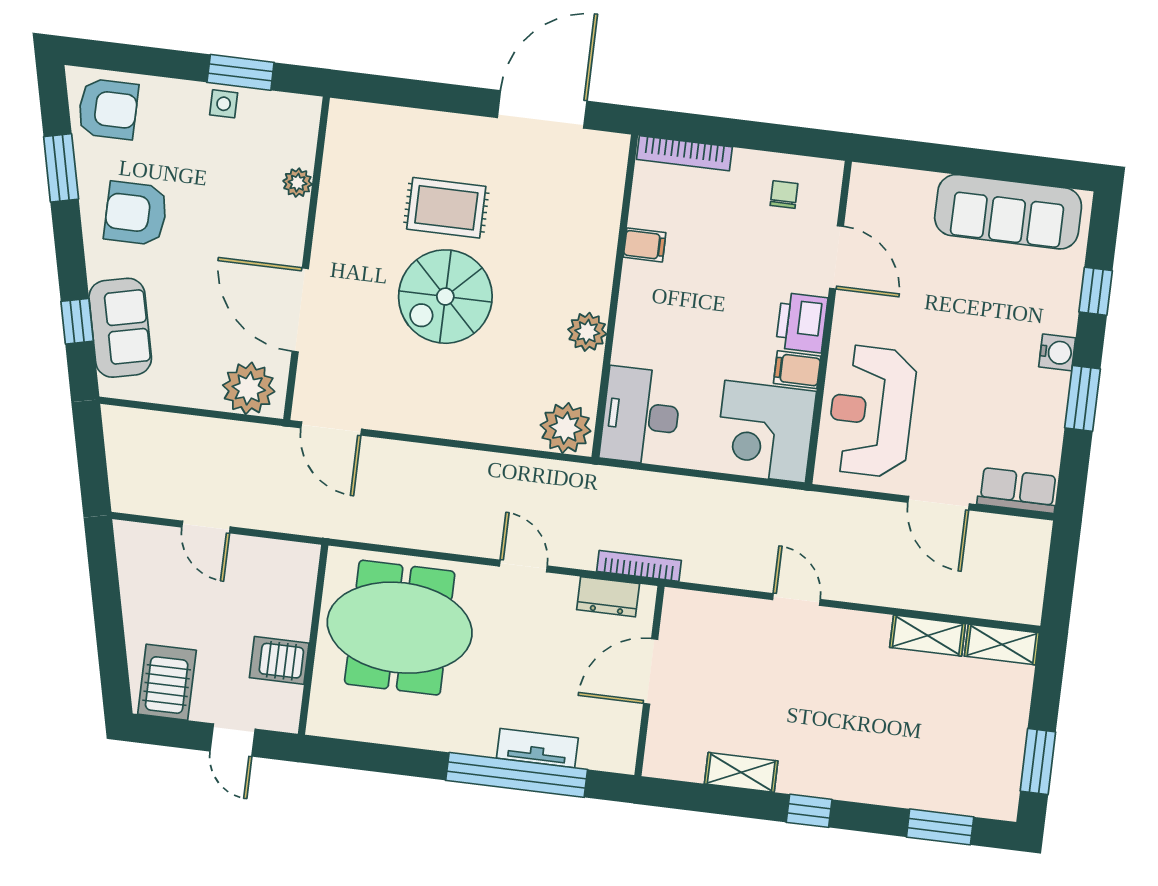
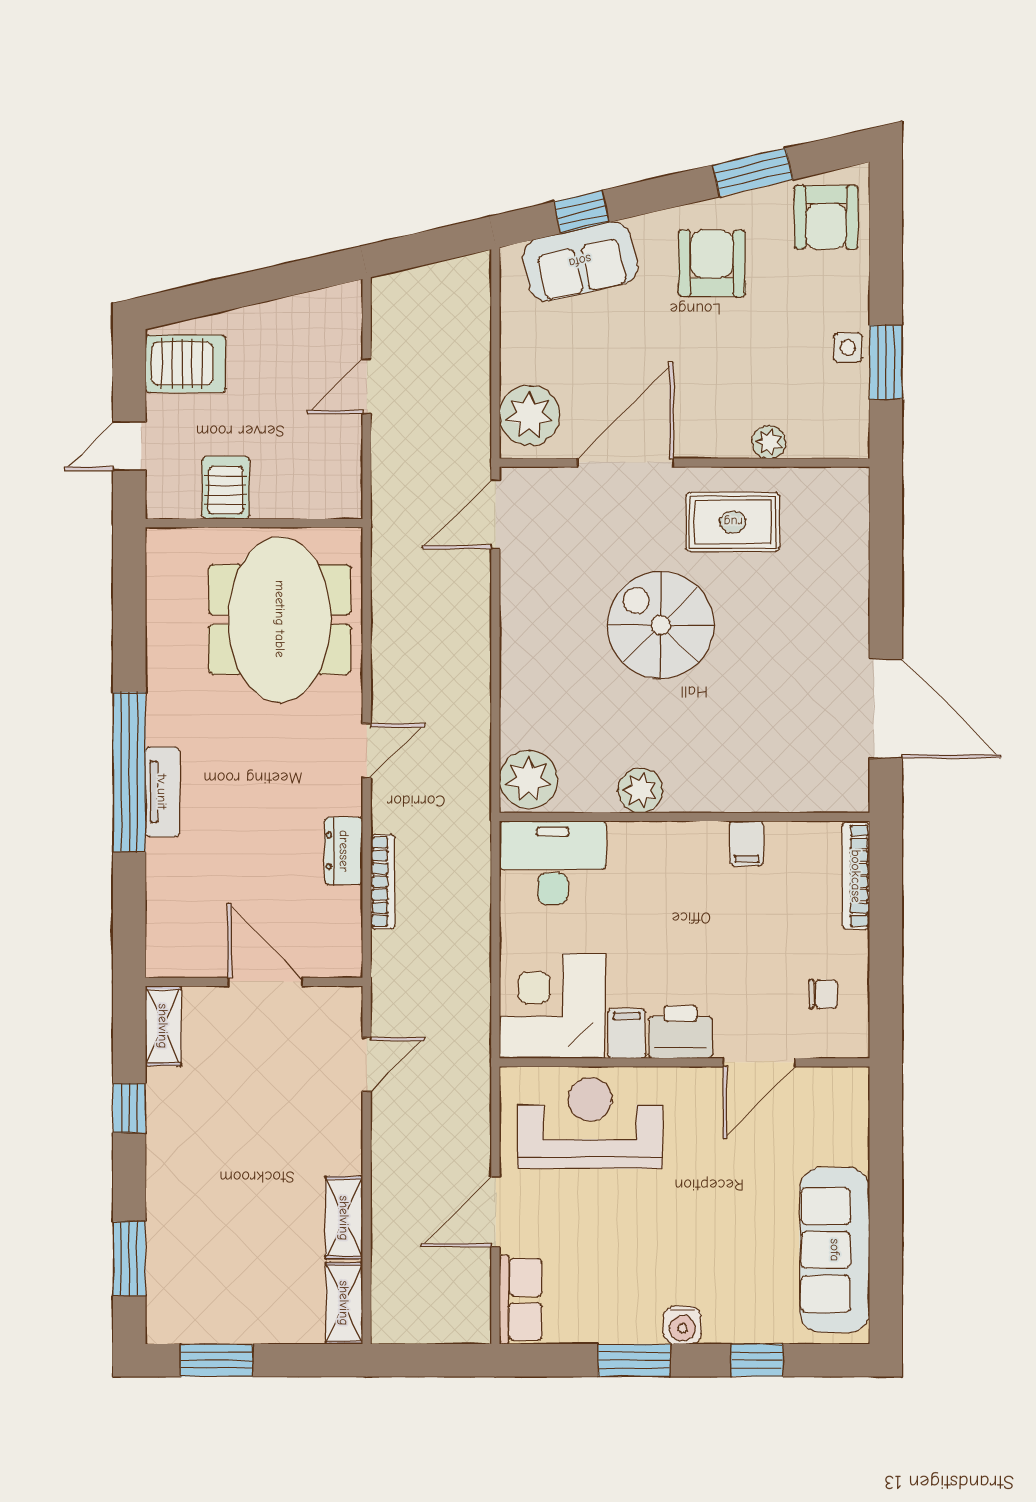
rug: (446, 208) -> (733, 522), moved, turned 90
door: (651, 671) -> (265, 982), moved
wall: (649, 681) -> (254, 982), moved

